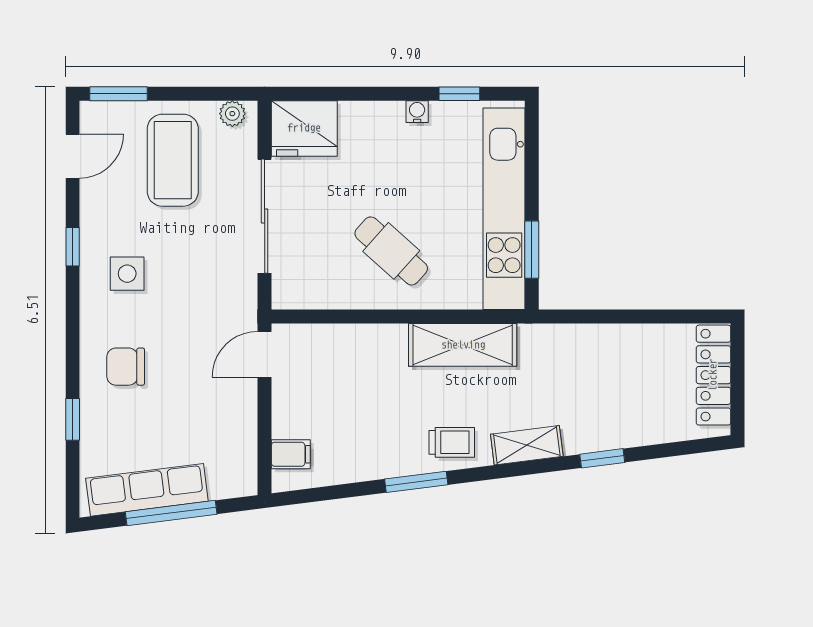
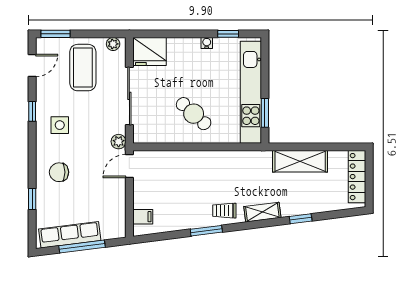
plant: (243, 306) -> (119, 142), added
shelving: (463, 345) -> (300, 161), moved
trolley: (452, 442) -> (224, 211), turned 180

